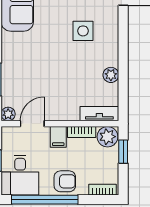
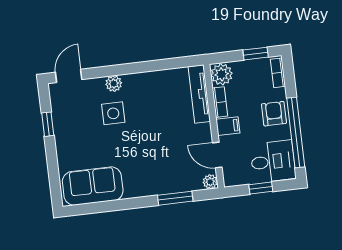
plant: (111, 75) -> (114, 84), moved
tv unit: (99, 114) -> (199, 94), width x1.41
window: (123, 152) -> (256, 54), moved

